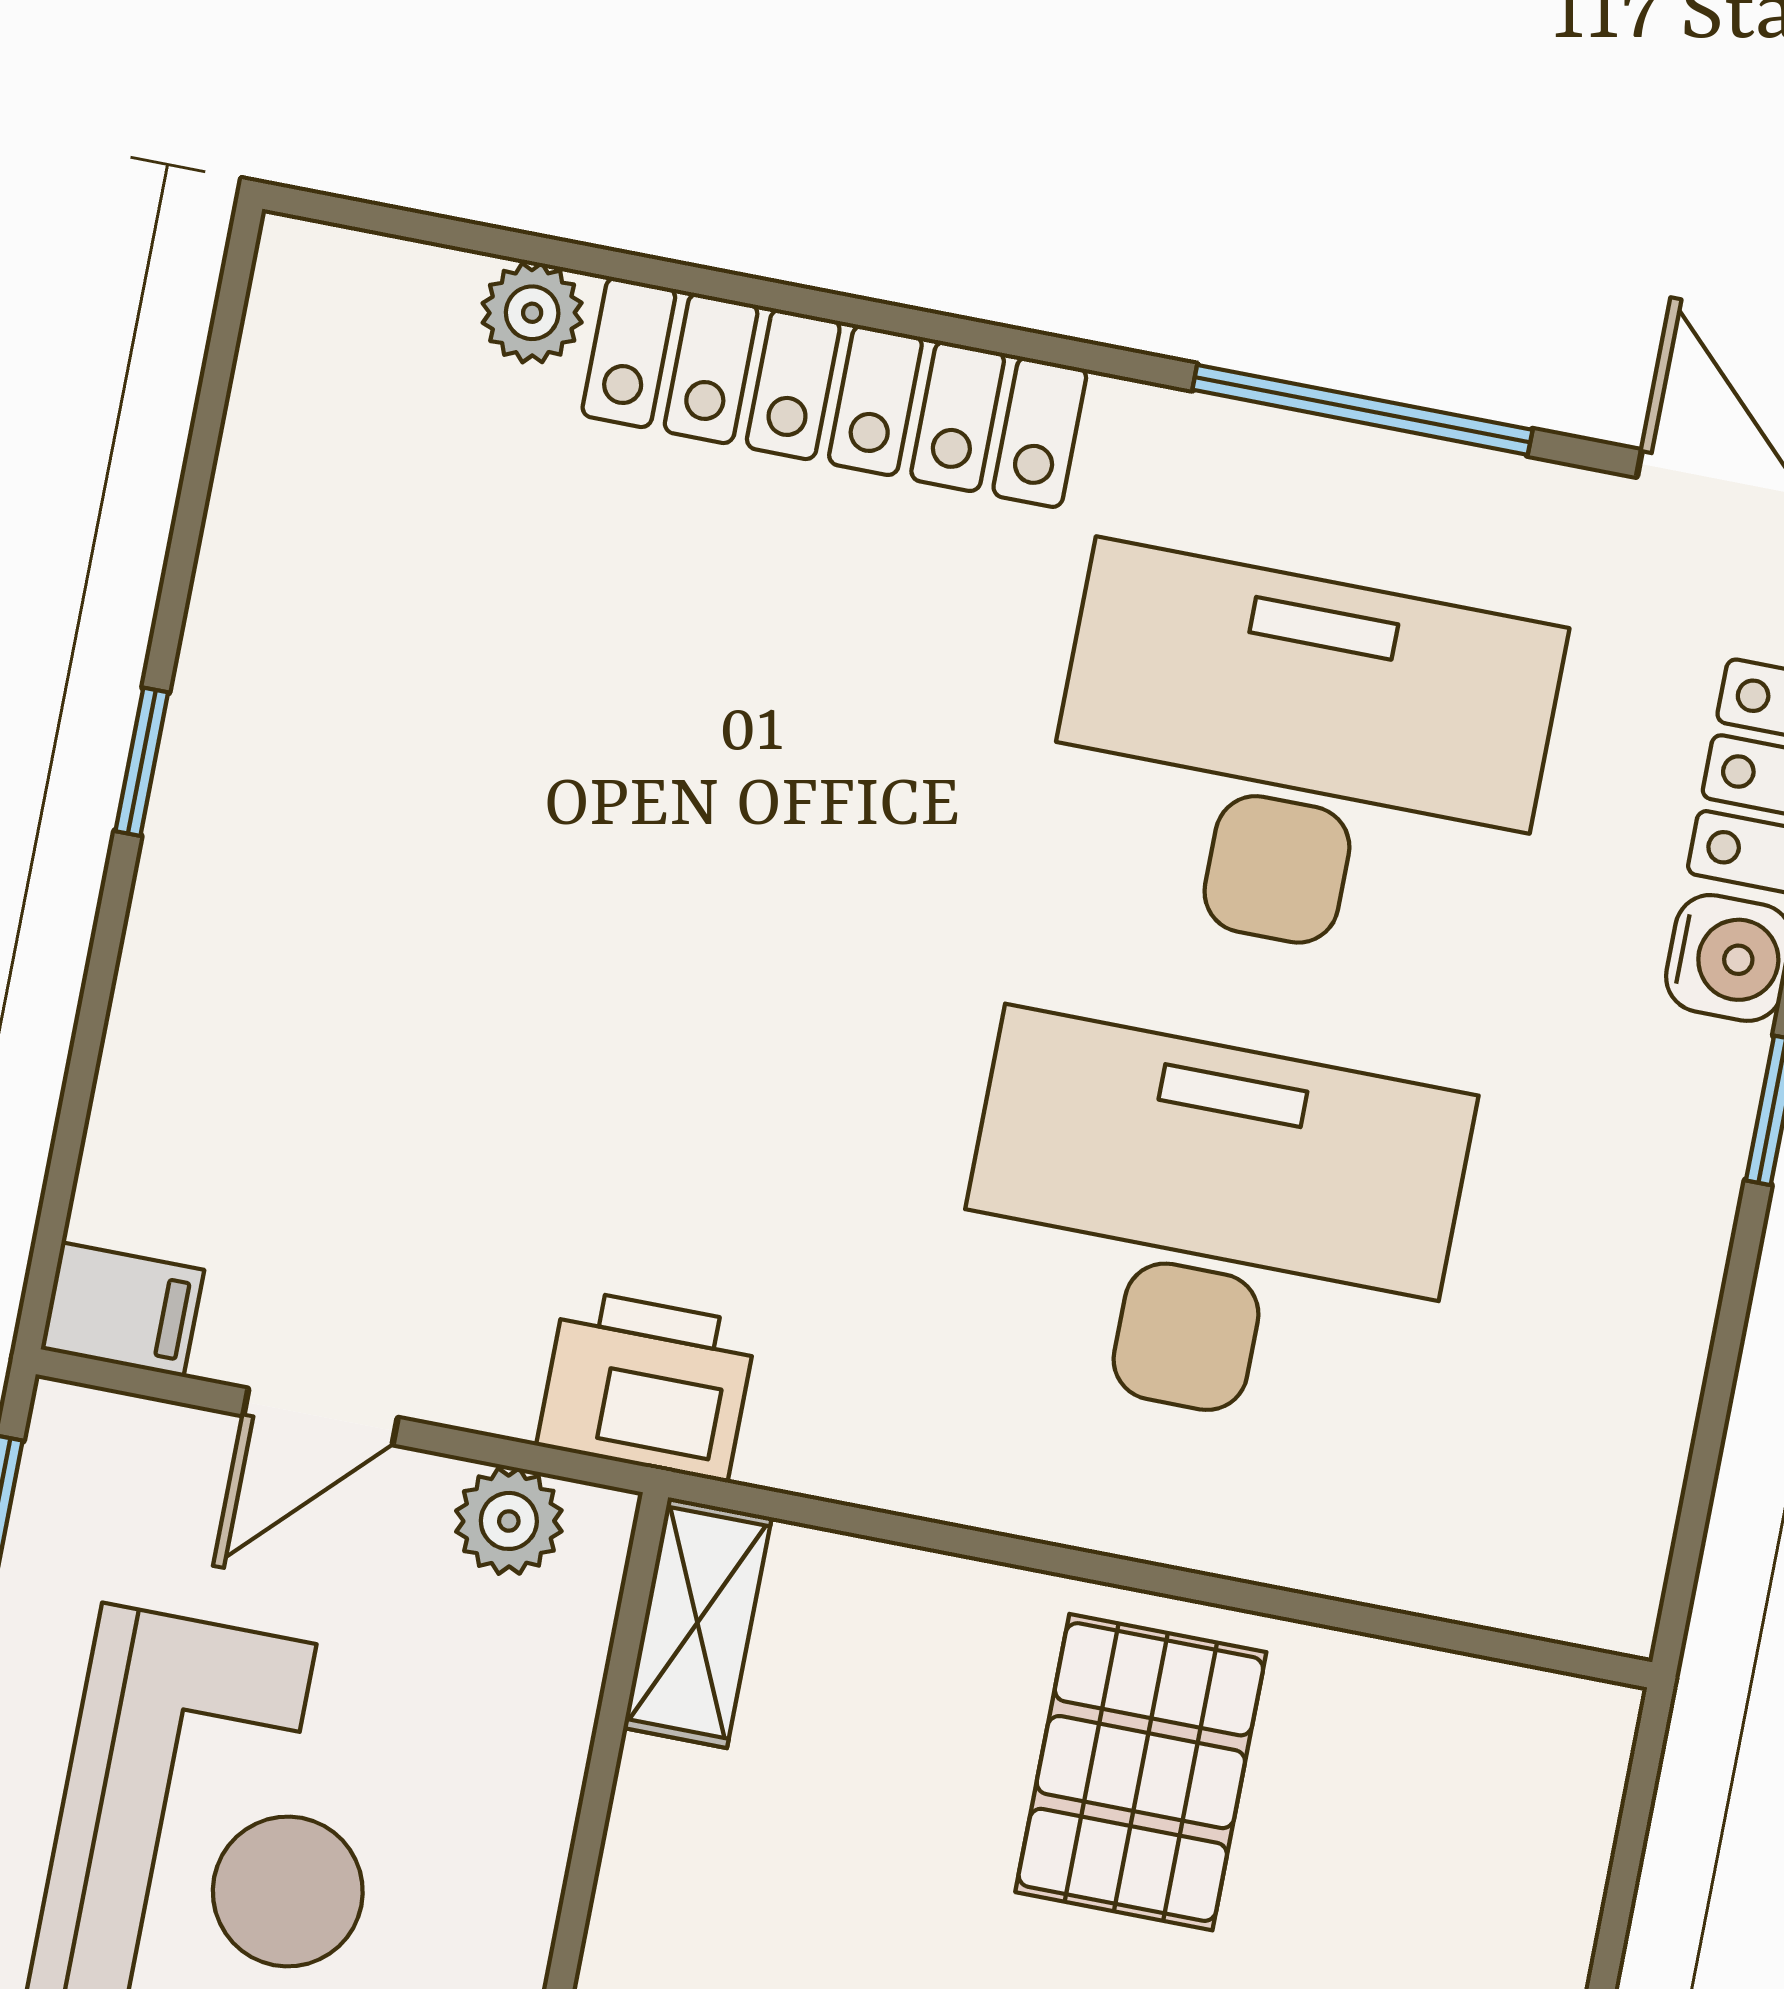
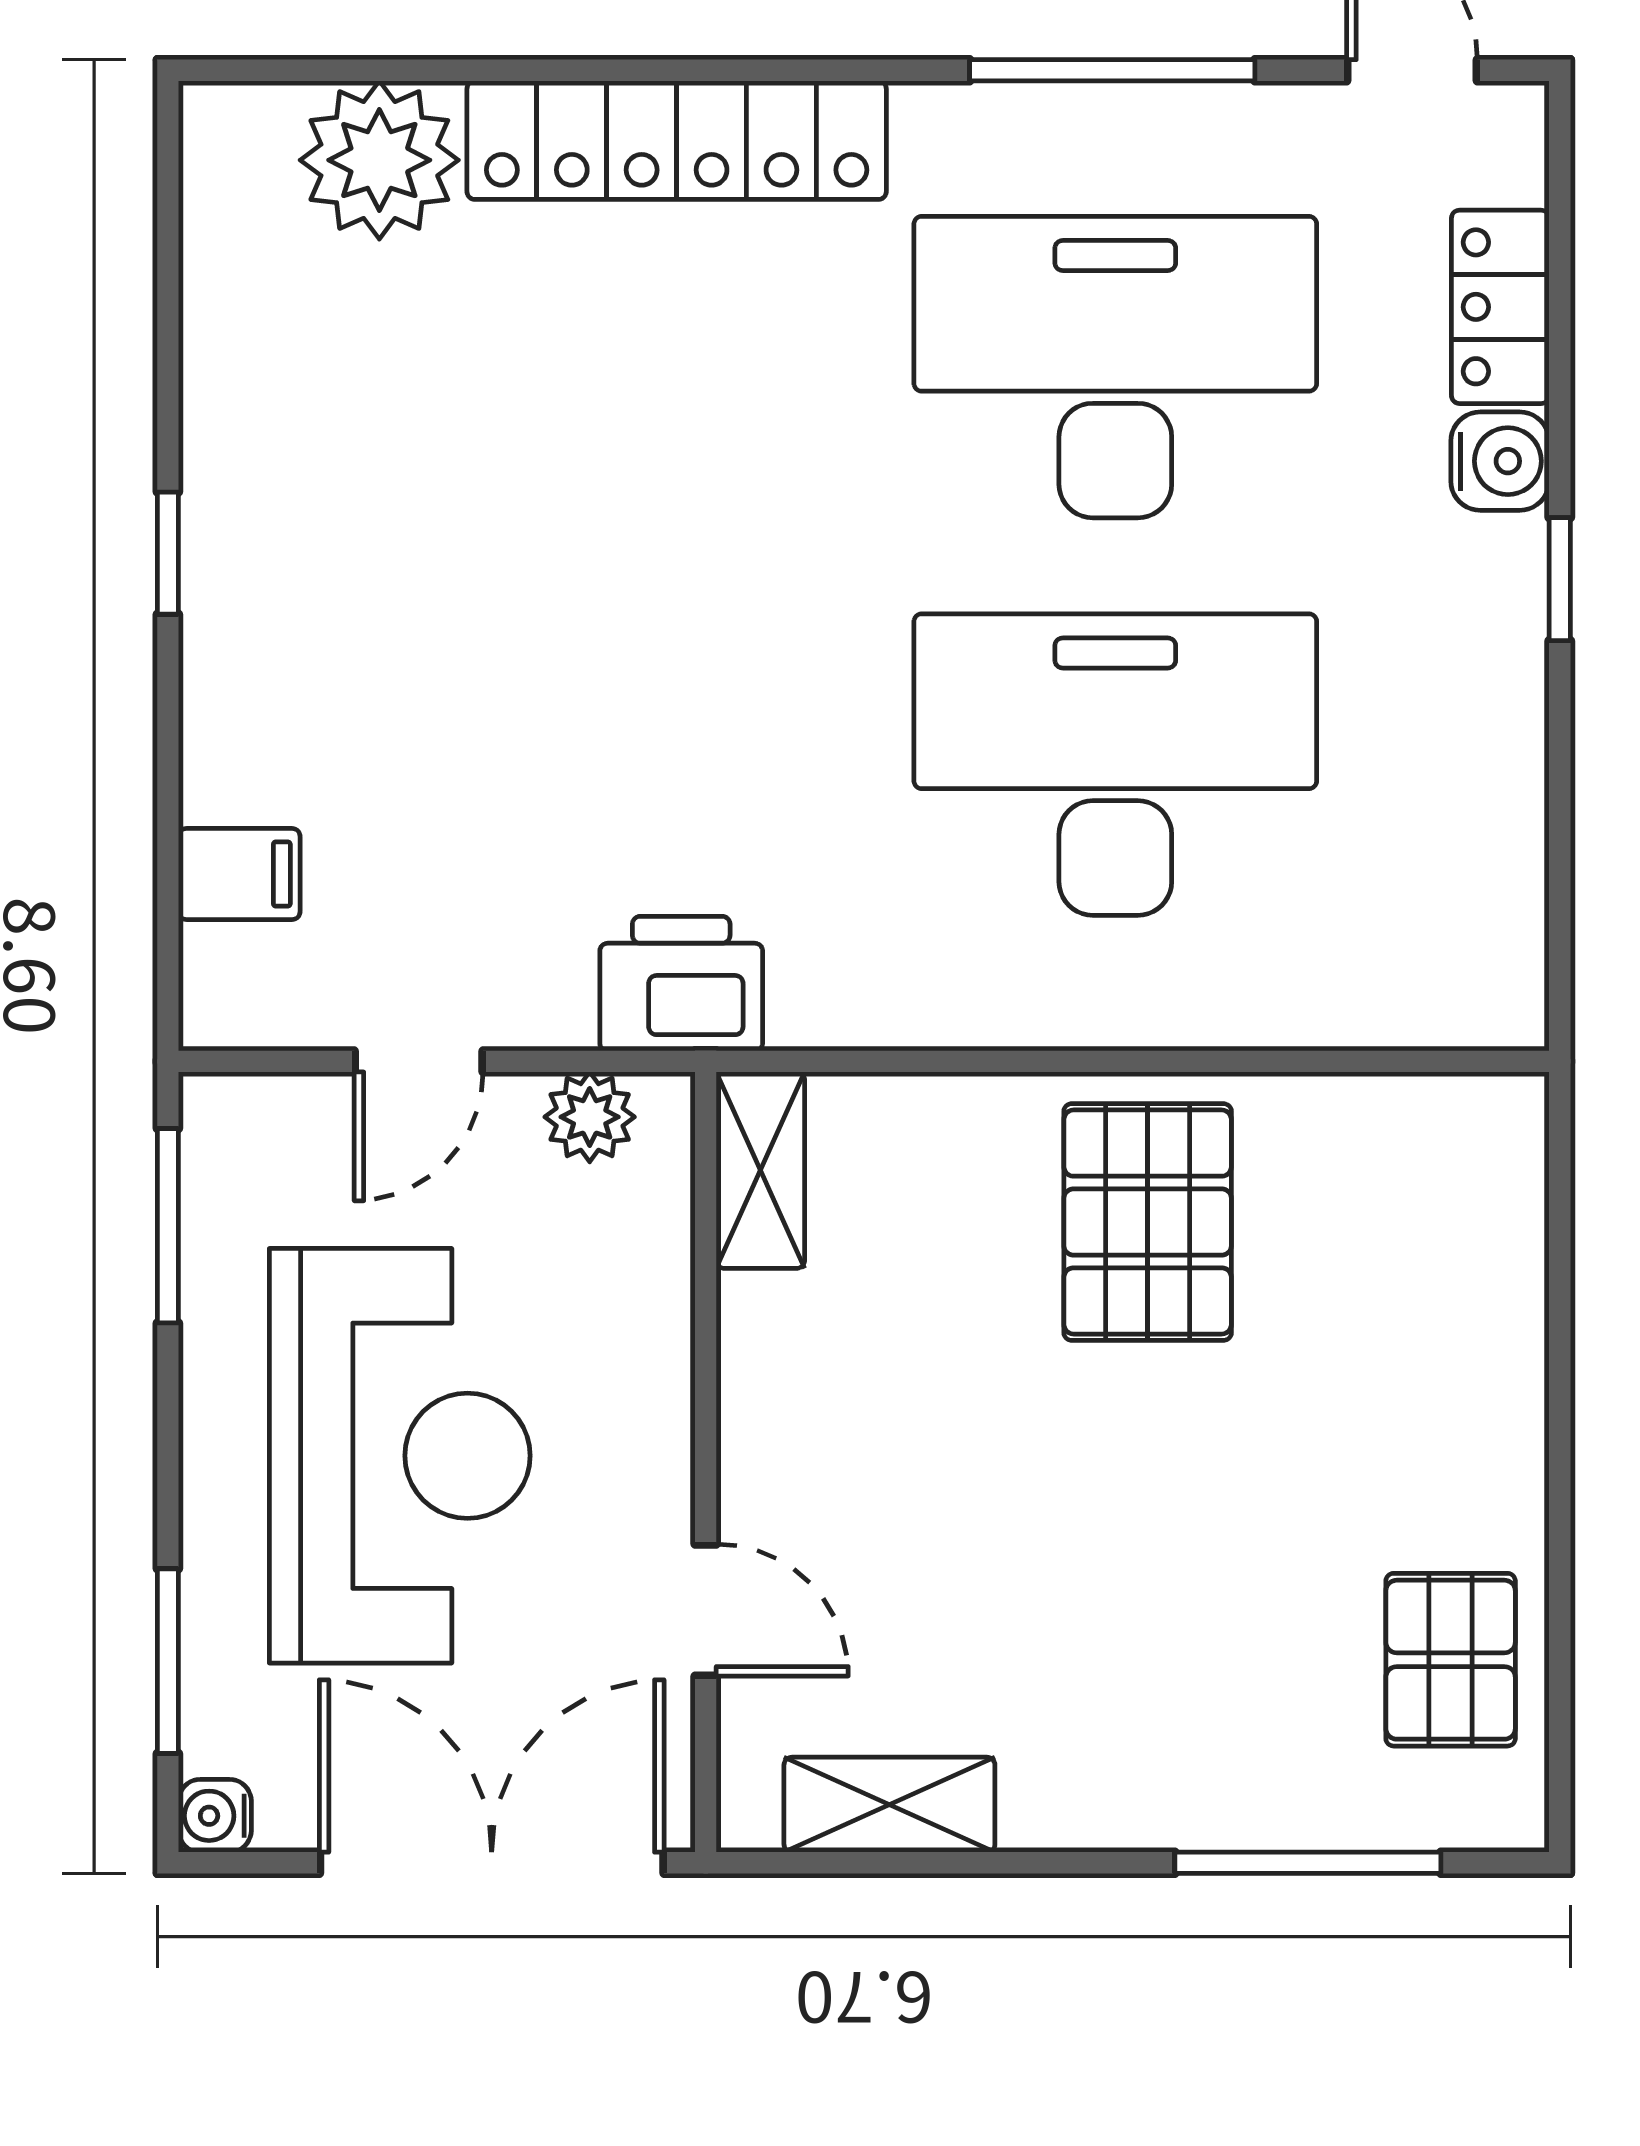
plant: (532, 313) -> (379, 160), width x1.87, depth x1.87
filing cabinet: (122, 1310) -> (239, 874), moved

